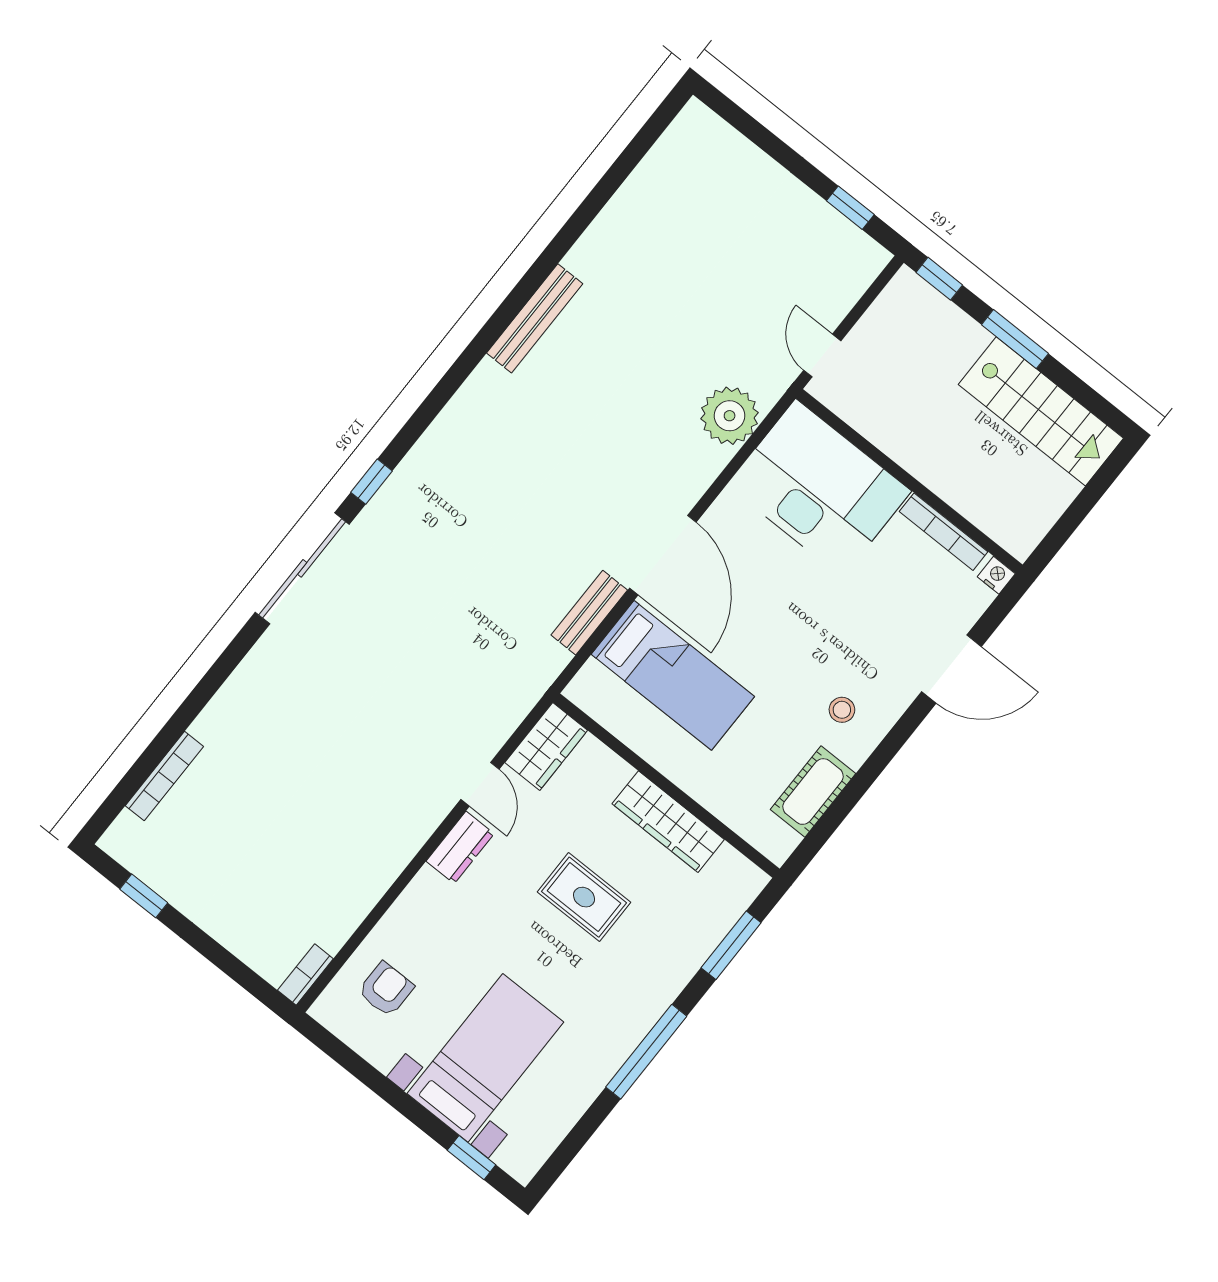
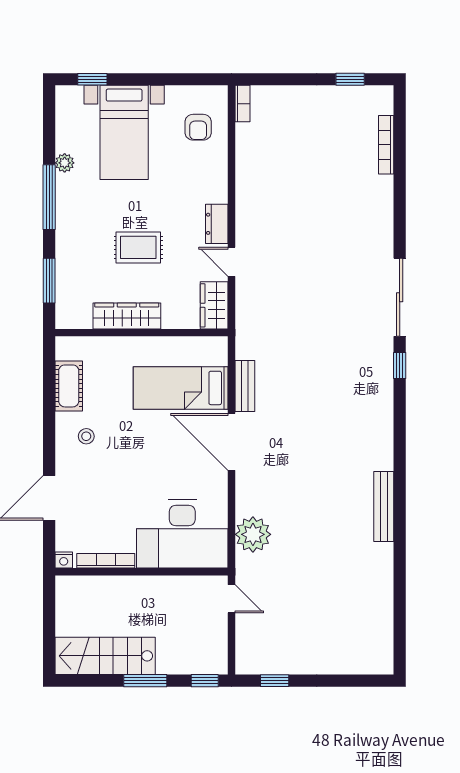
plant: (592, 1080) -> (65, 163), added

